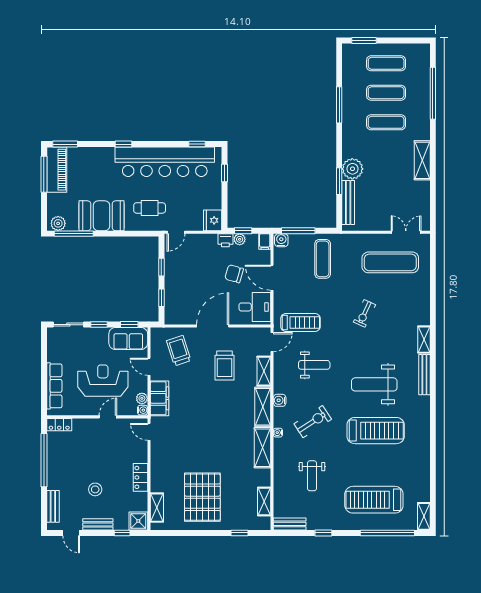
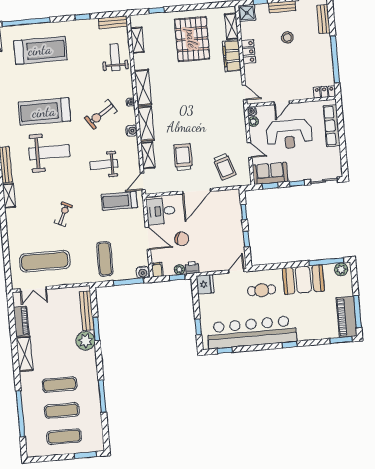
piano: (423, 197) -> (21, 321), added
filing cabinet: (159, 398) -> (232, 56), moved
weight bench: (312, 476) -> (115, 57), moved

